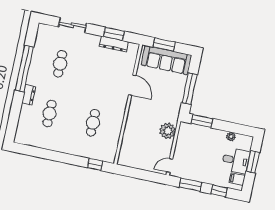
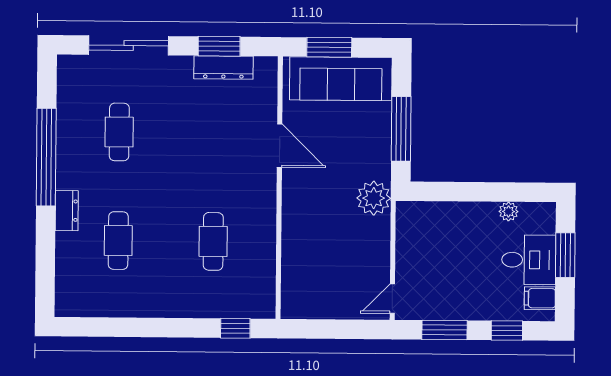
sliding door: (72, 25) -> (129, 45), width x1.37
window: (202, 121) -> (441, 191), removed
plant: (168, 131) -> (374, 198), moved

